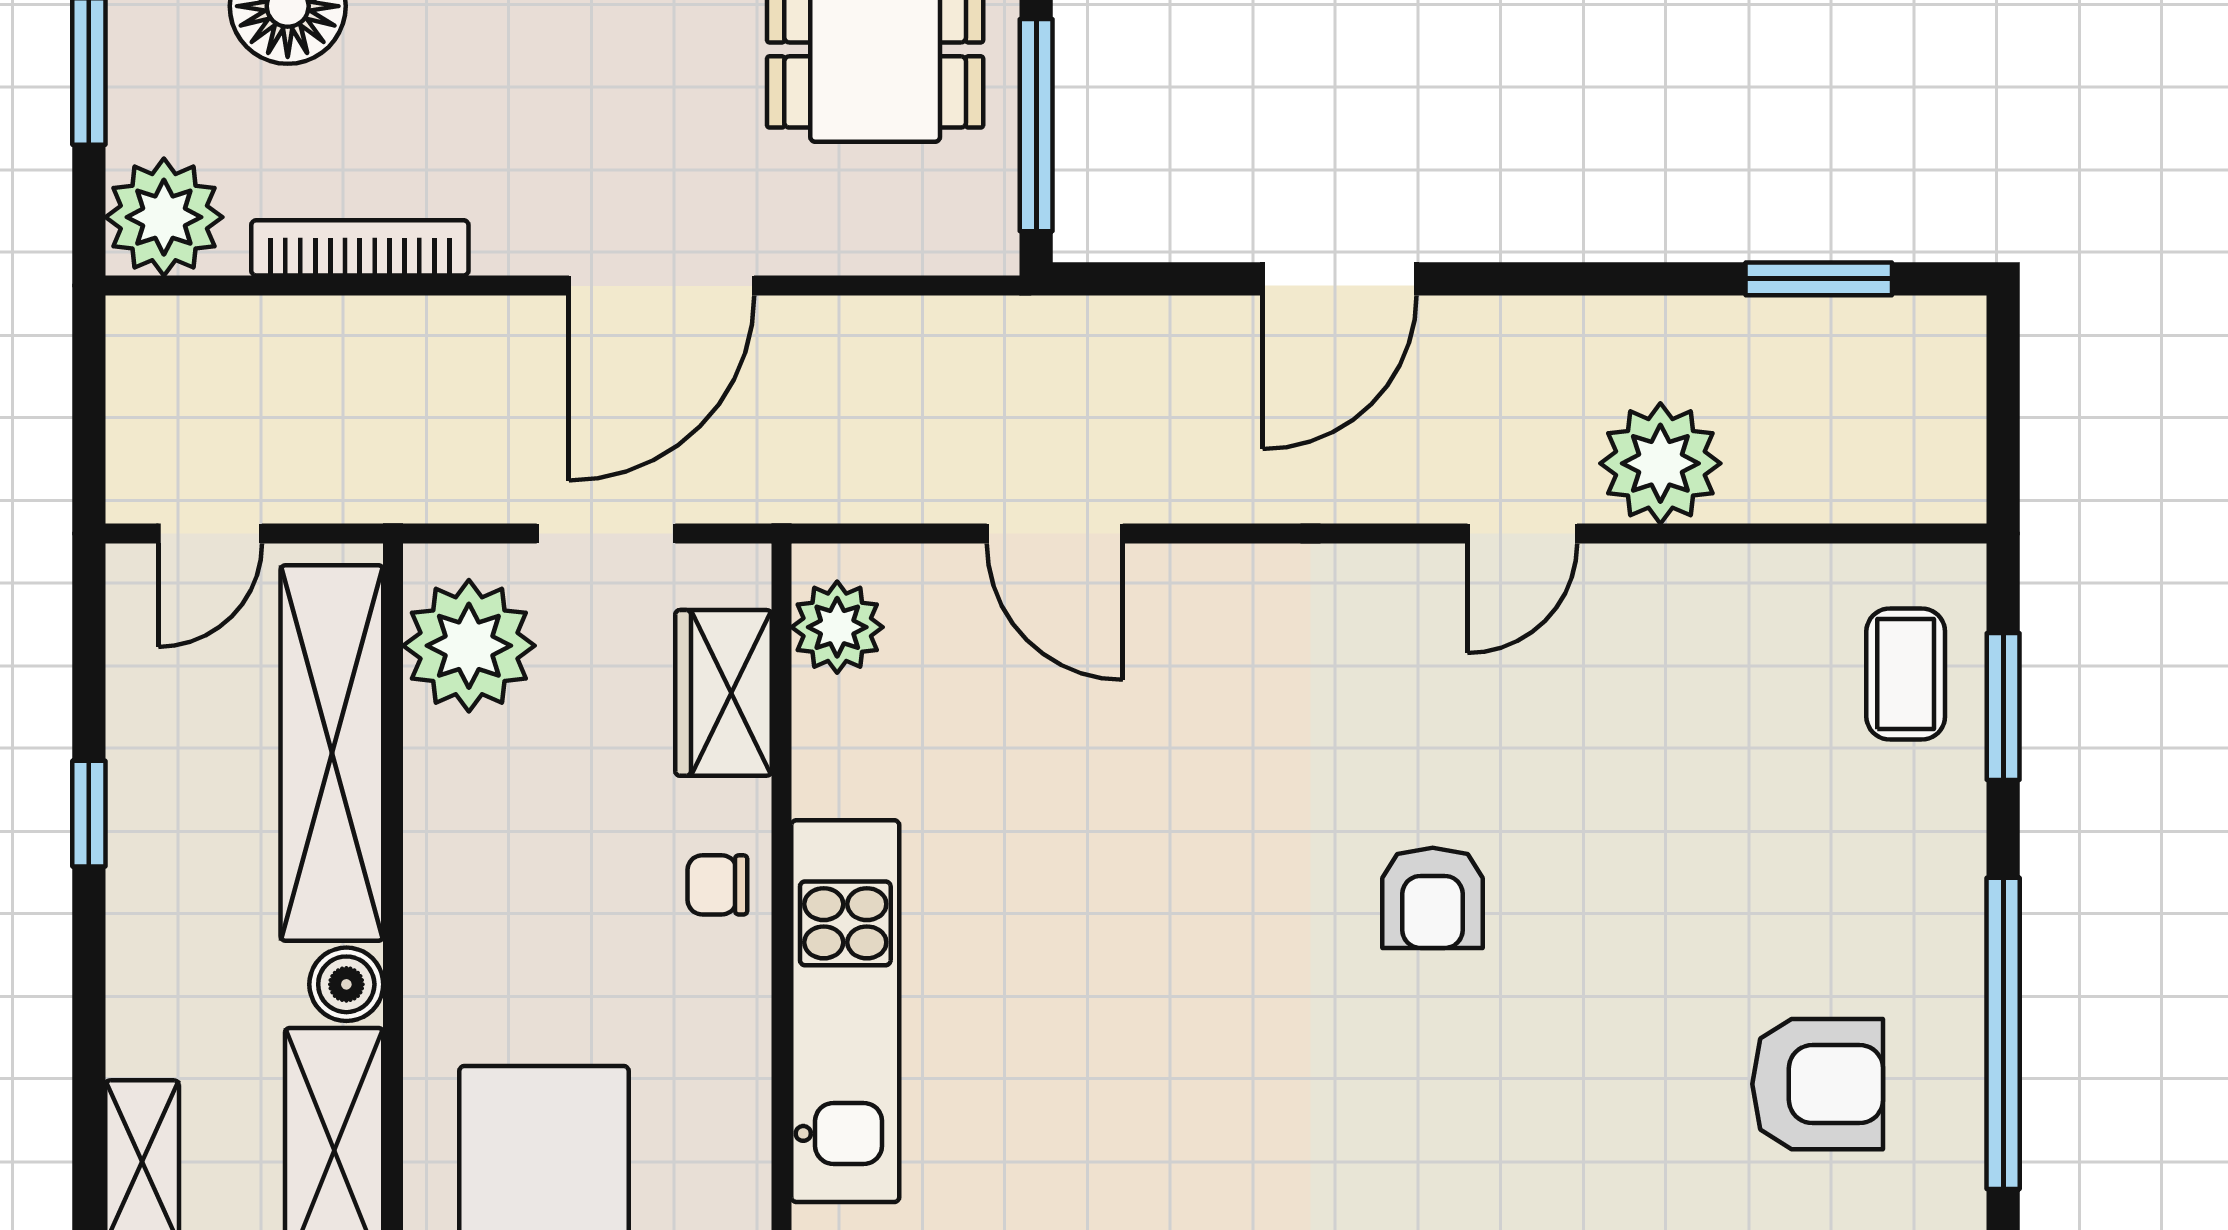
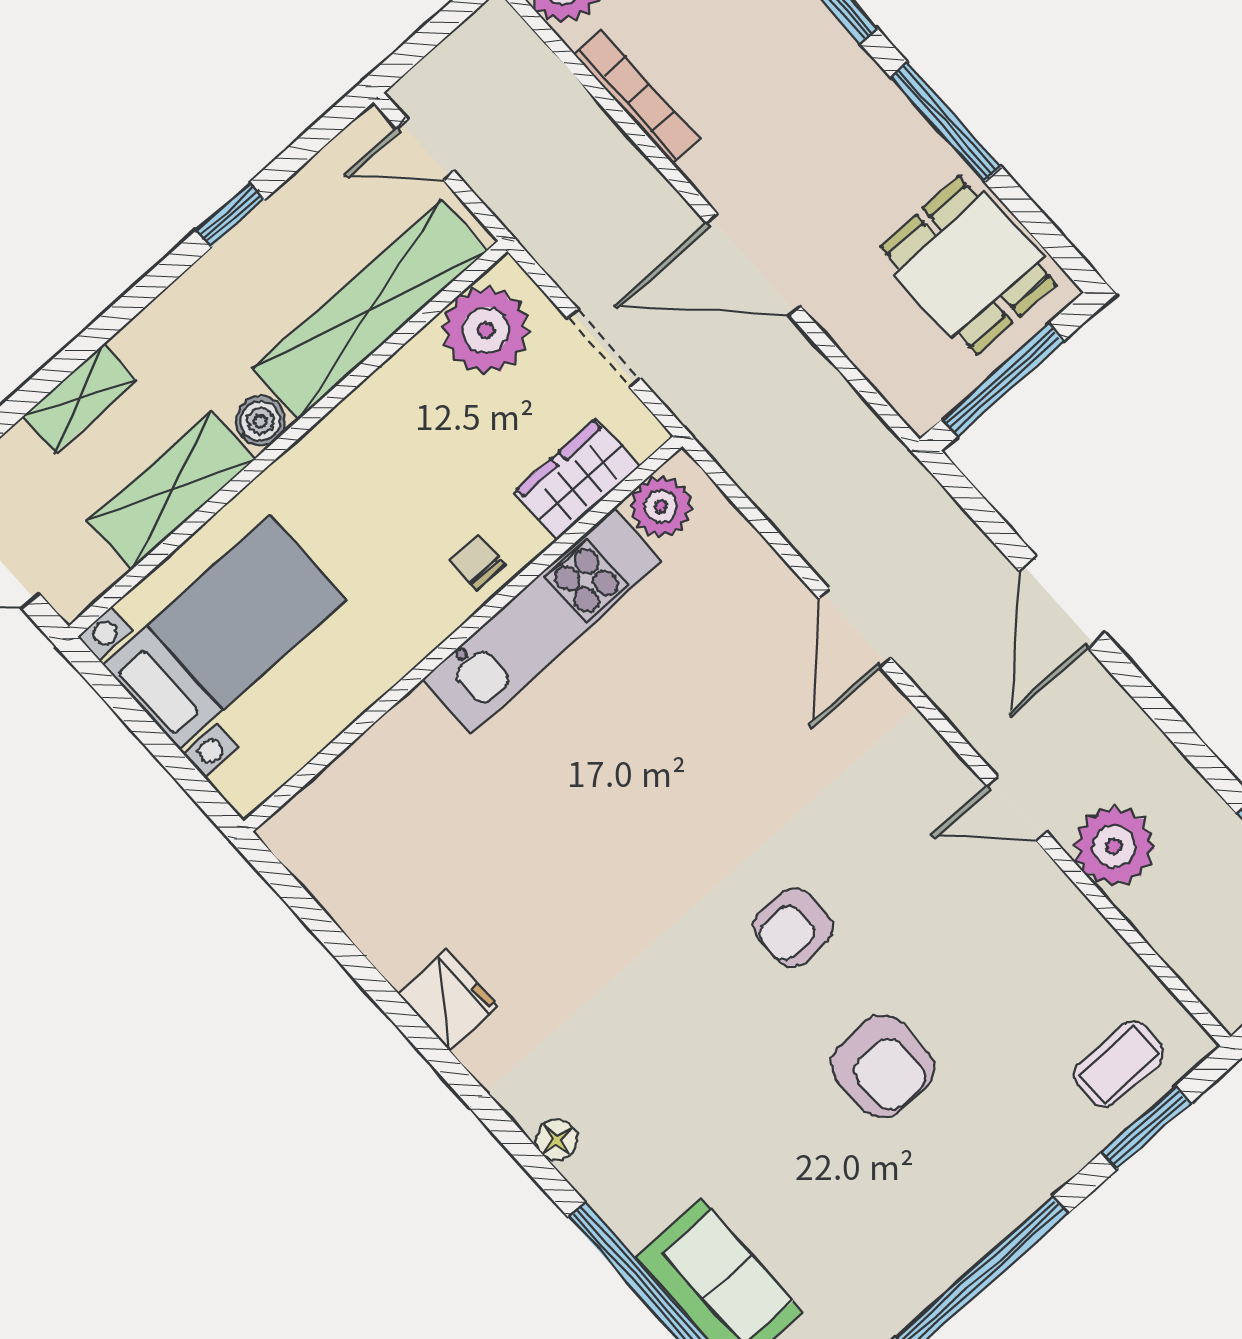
door: (1339, 279) -> (1062, 602), hinge flipped
door: (1055, 533) -> (855, 628), moved
kitchen unit: (845, 1011) -> (542, 620), moved
armchair: (1818, 1084) -> (883, 1066), moved

